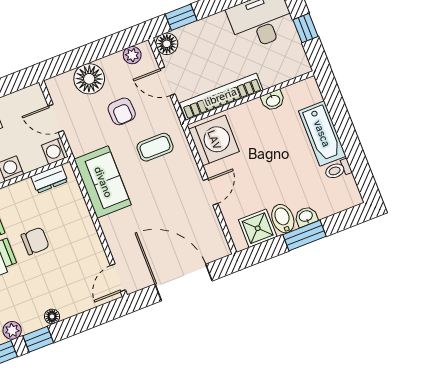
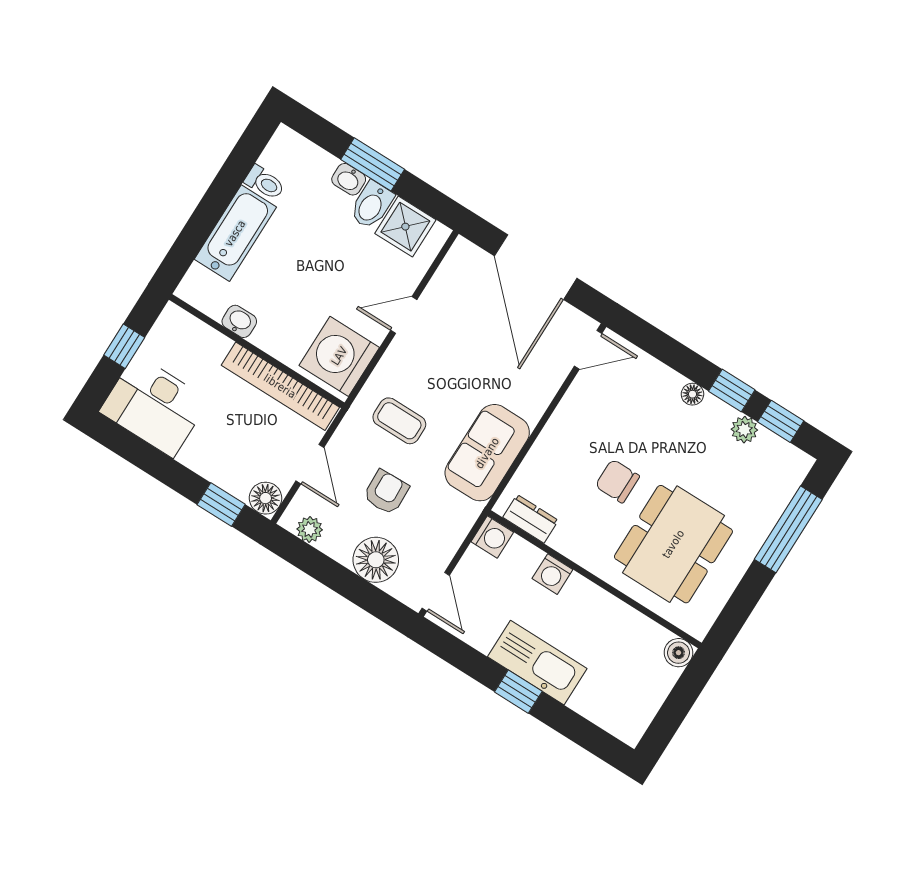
door: (56, 118) -> (436, 592), moved

